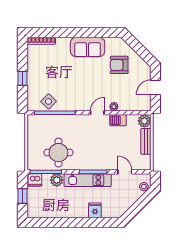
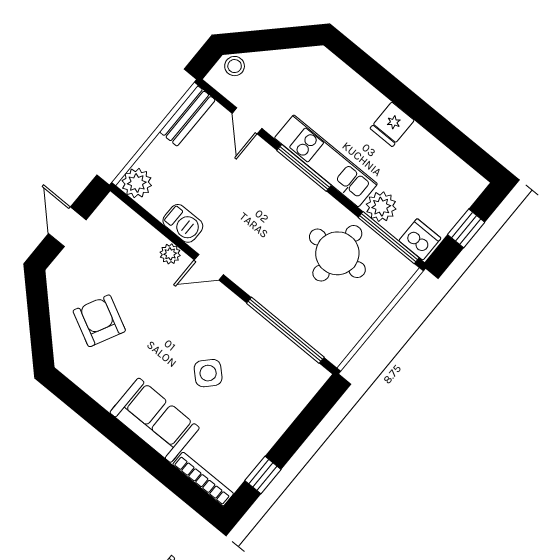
sofa: (88, 47) -> (155, 420), moved
armchair: (119, 65) -> (99, 321), turned -153
window: (23, 78) -> (263, 475), moved
door: (155, 87) -> (67, 227), swing flipped
side table: (49, 101) -> (208, 373), moved
bench: (146, 141) -> (187, 116), moved
fridge: (95, 210) -> (392, 124), moved

